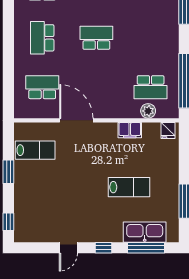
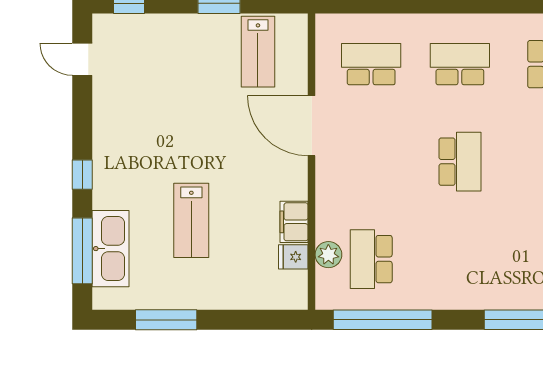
school desk: (42, 87) -> (371, 64), turned -90
door: (76, 120) -> (312, 126), swing flipped
fridge: (168, 130) -> (293, 257), moved
door: (68, 248) -> (82, 59), moved

